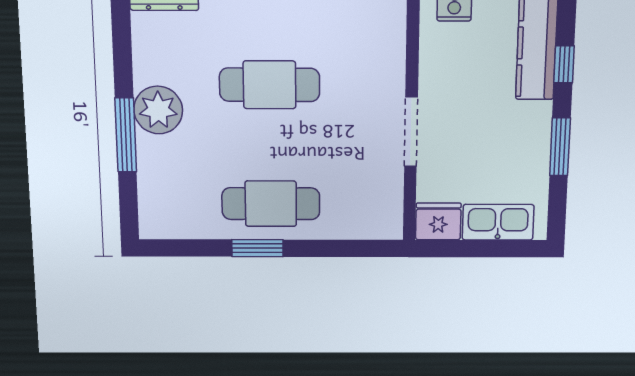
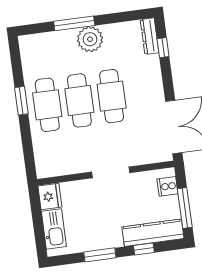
doorway: (411, 132) -> (111, 172), moved
cafe table: (270, 145) -> (79, 100), added

